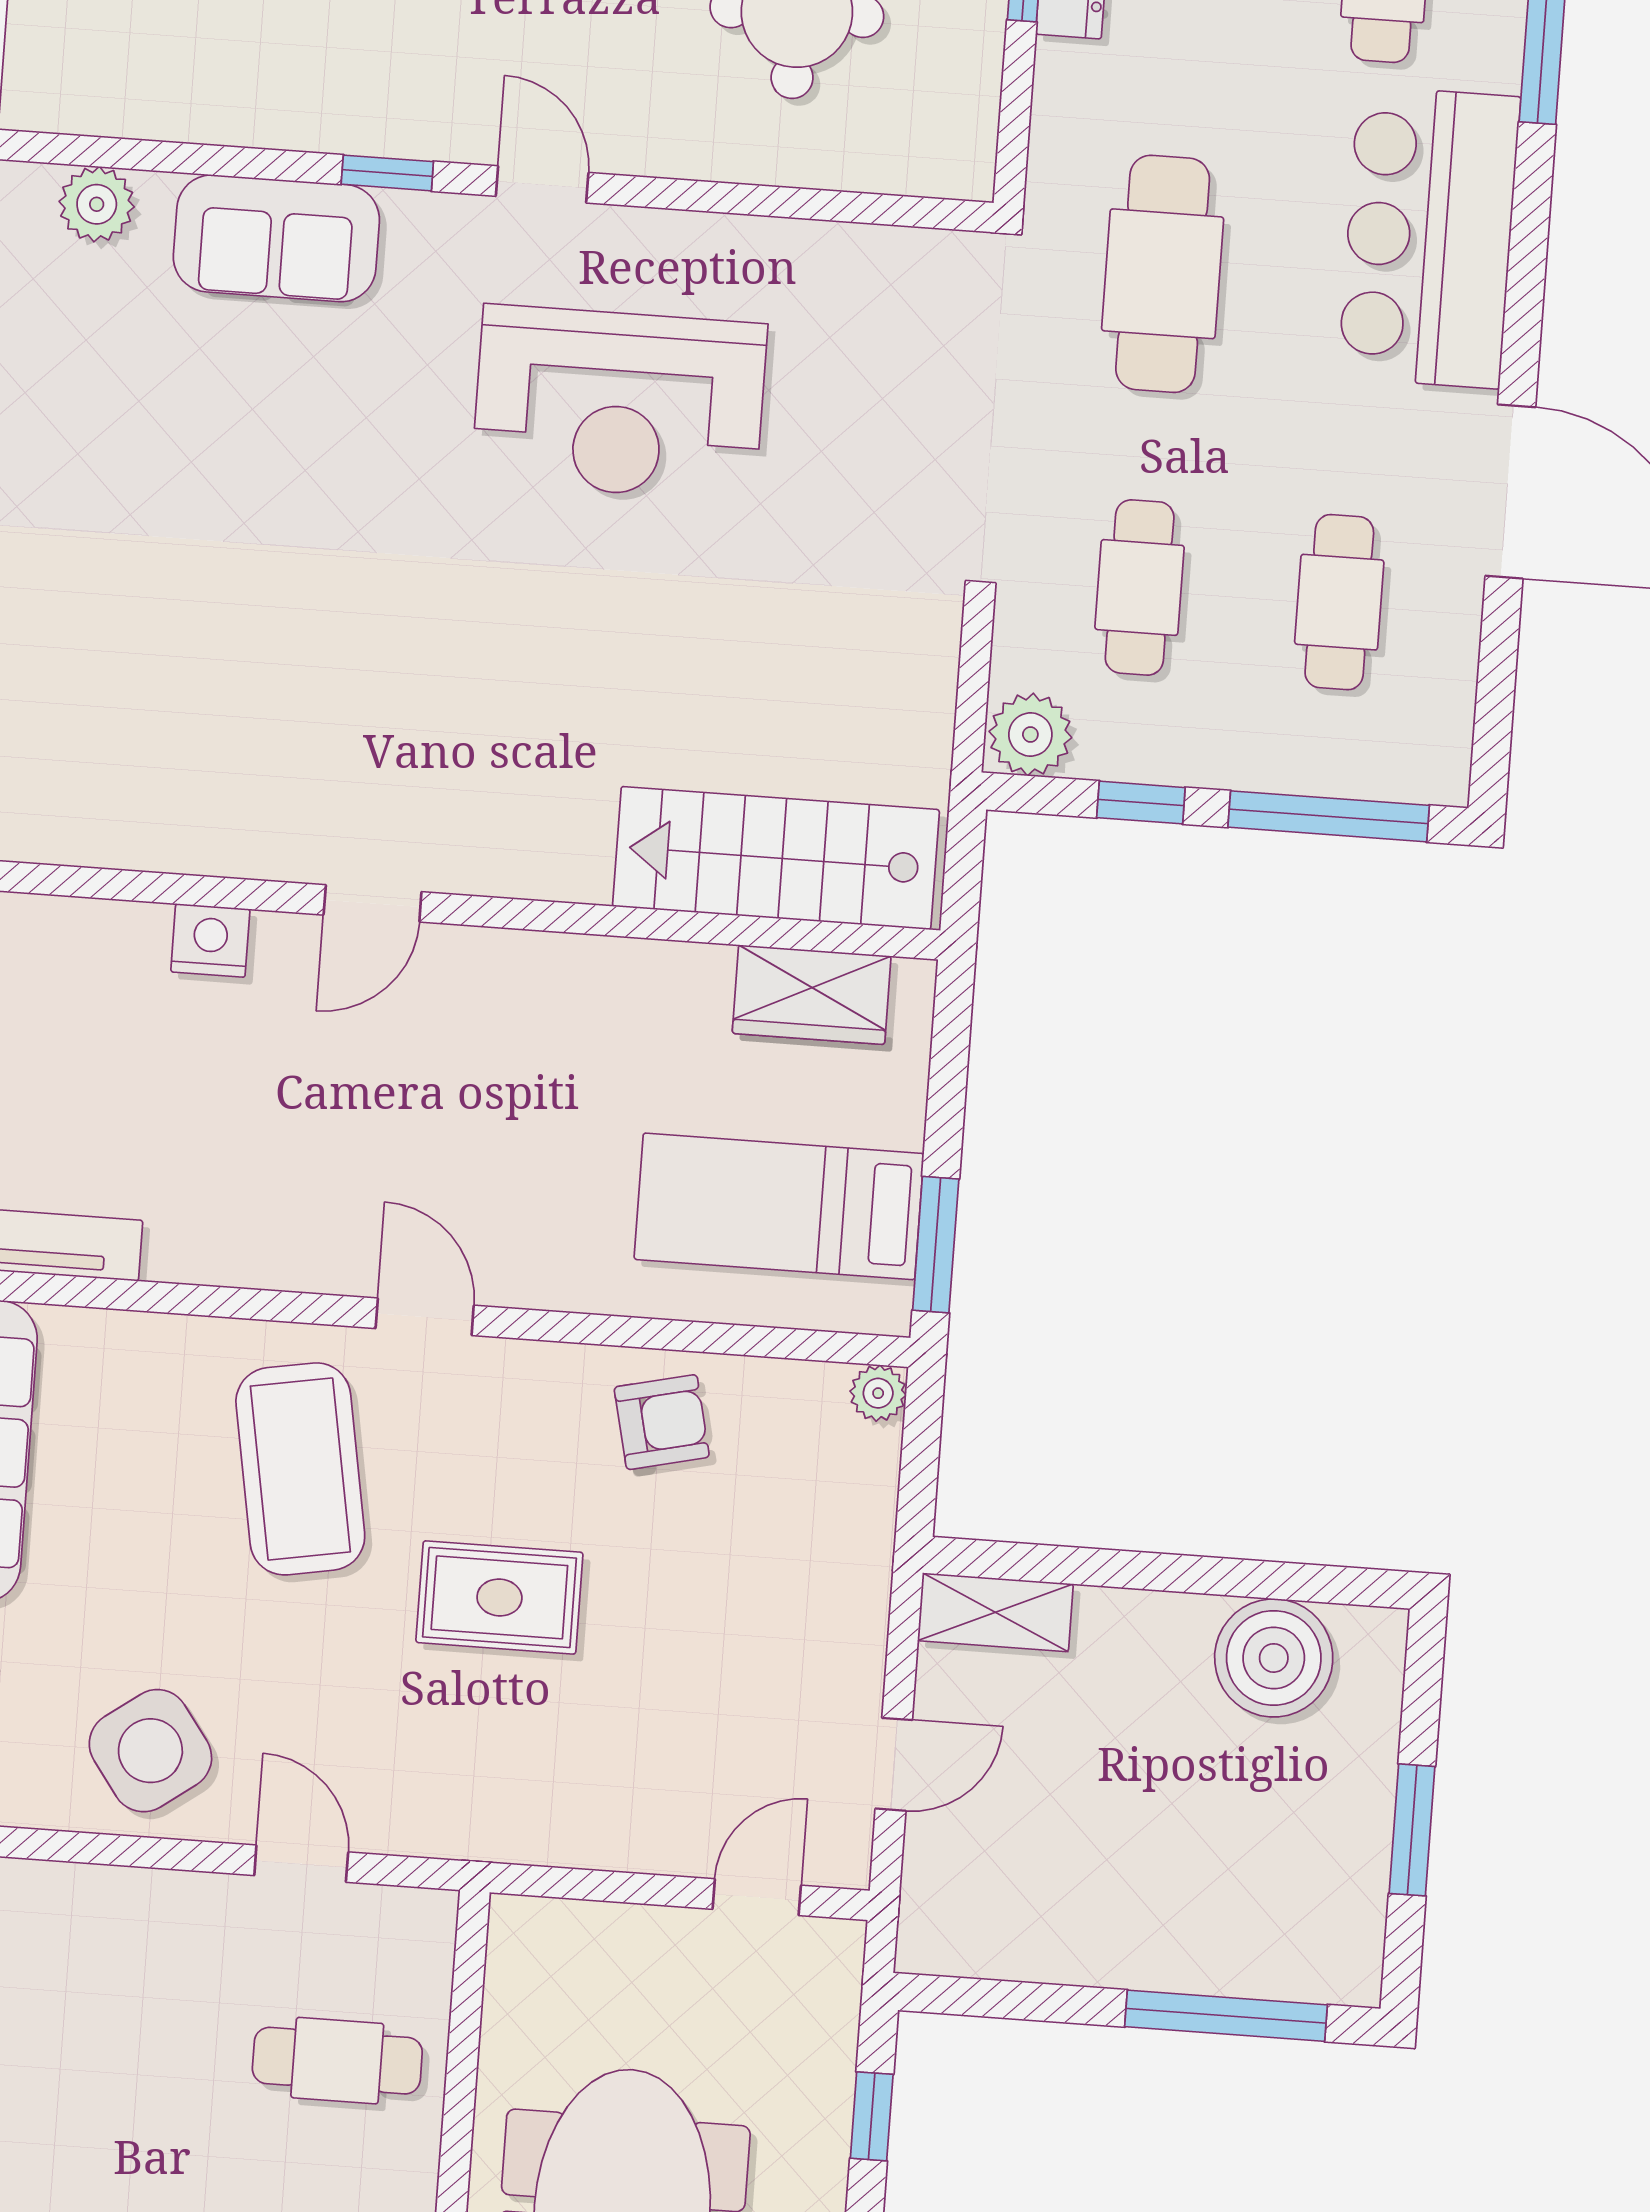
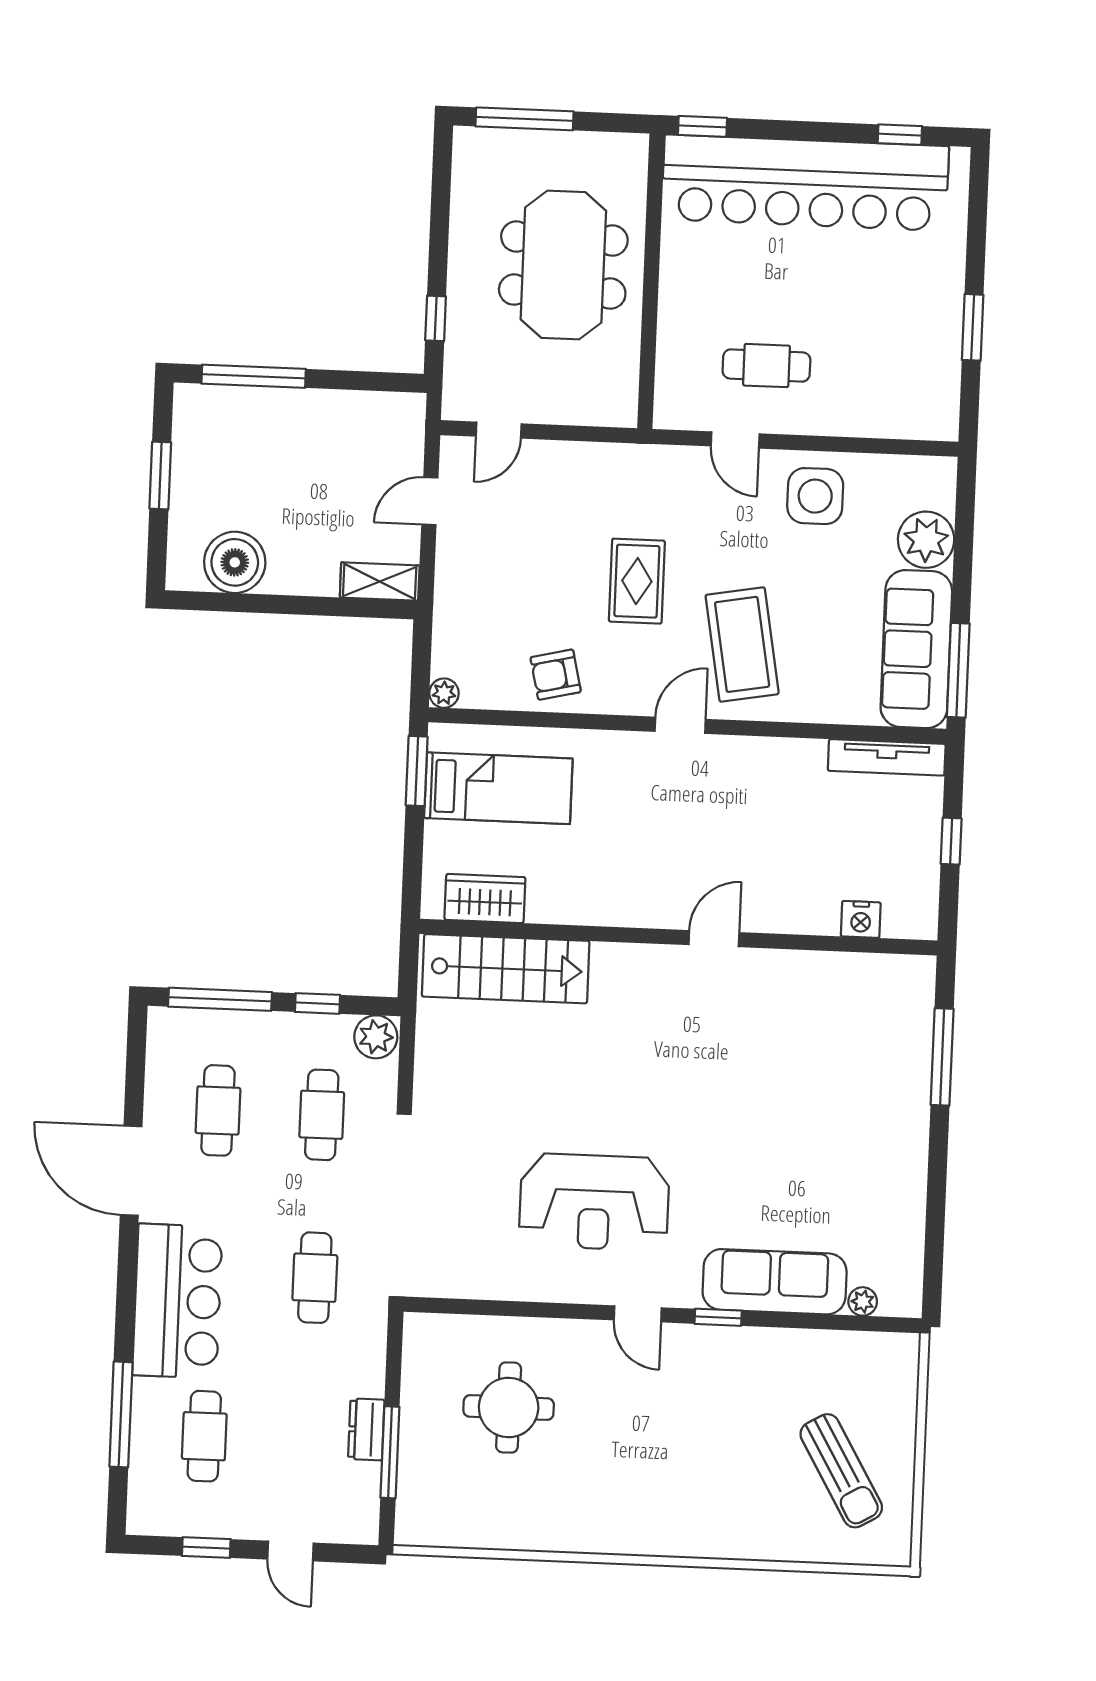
plant: (97, 204) -> (863, 1301), width x0.73, depth x0.73
sofa: (276, 238) -> (775, 1282), width x1.36
cafe table: (1163, 274) -> (315, 1278), width x0.73, depth x0.74
reception desk: (619, 403) -> (594, 1202), turned 180
nightstand: (210, 941) -> (861, 919), moved
door: (425, 1317) -> (680, 725), swing flipped
rug: (499, 1597) -> (637, 581), turned 90
side table: (150, 1751) -> (815, 496), turned 36
cafe table: (337, 2061) -> (766, 366), moved

